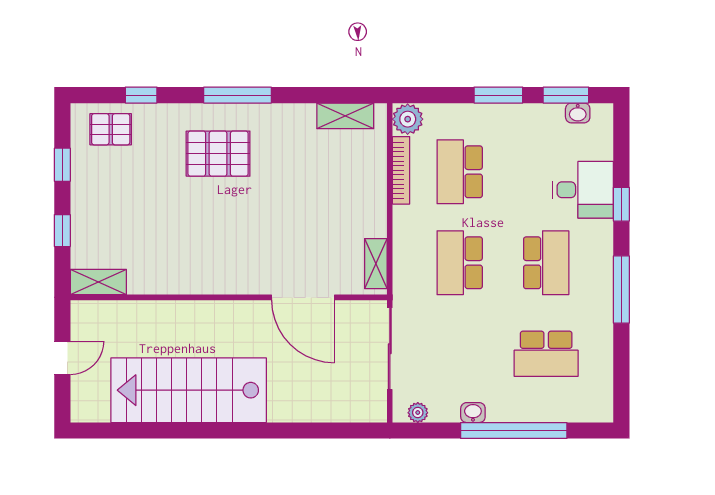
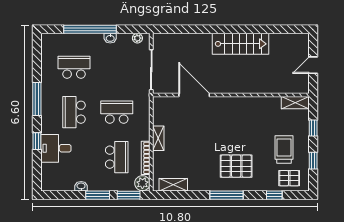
window: (566, 95) -> (129, 195), moved
washbasin: (578, 113) -> (81, 186), moved
trolley: (121, 187) -> (284, 149), added
school desk: (460, 263) -> (117, 112), turned -90
shelving: (376, 264) -> (158, 138), moved
stairs: (189, 390) -> (240, 44), width x0.73, depth x0.66

